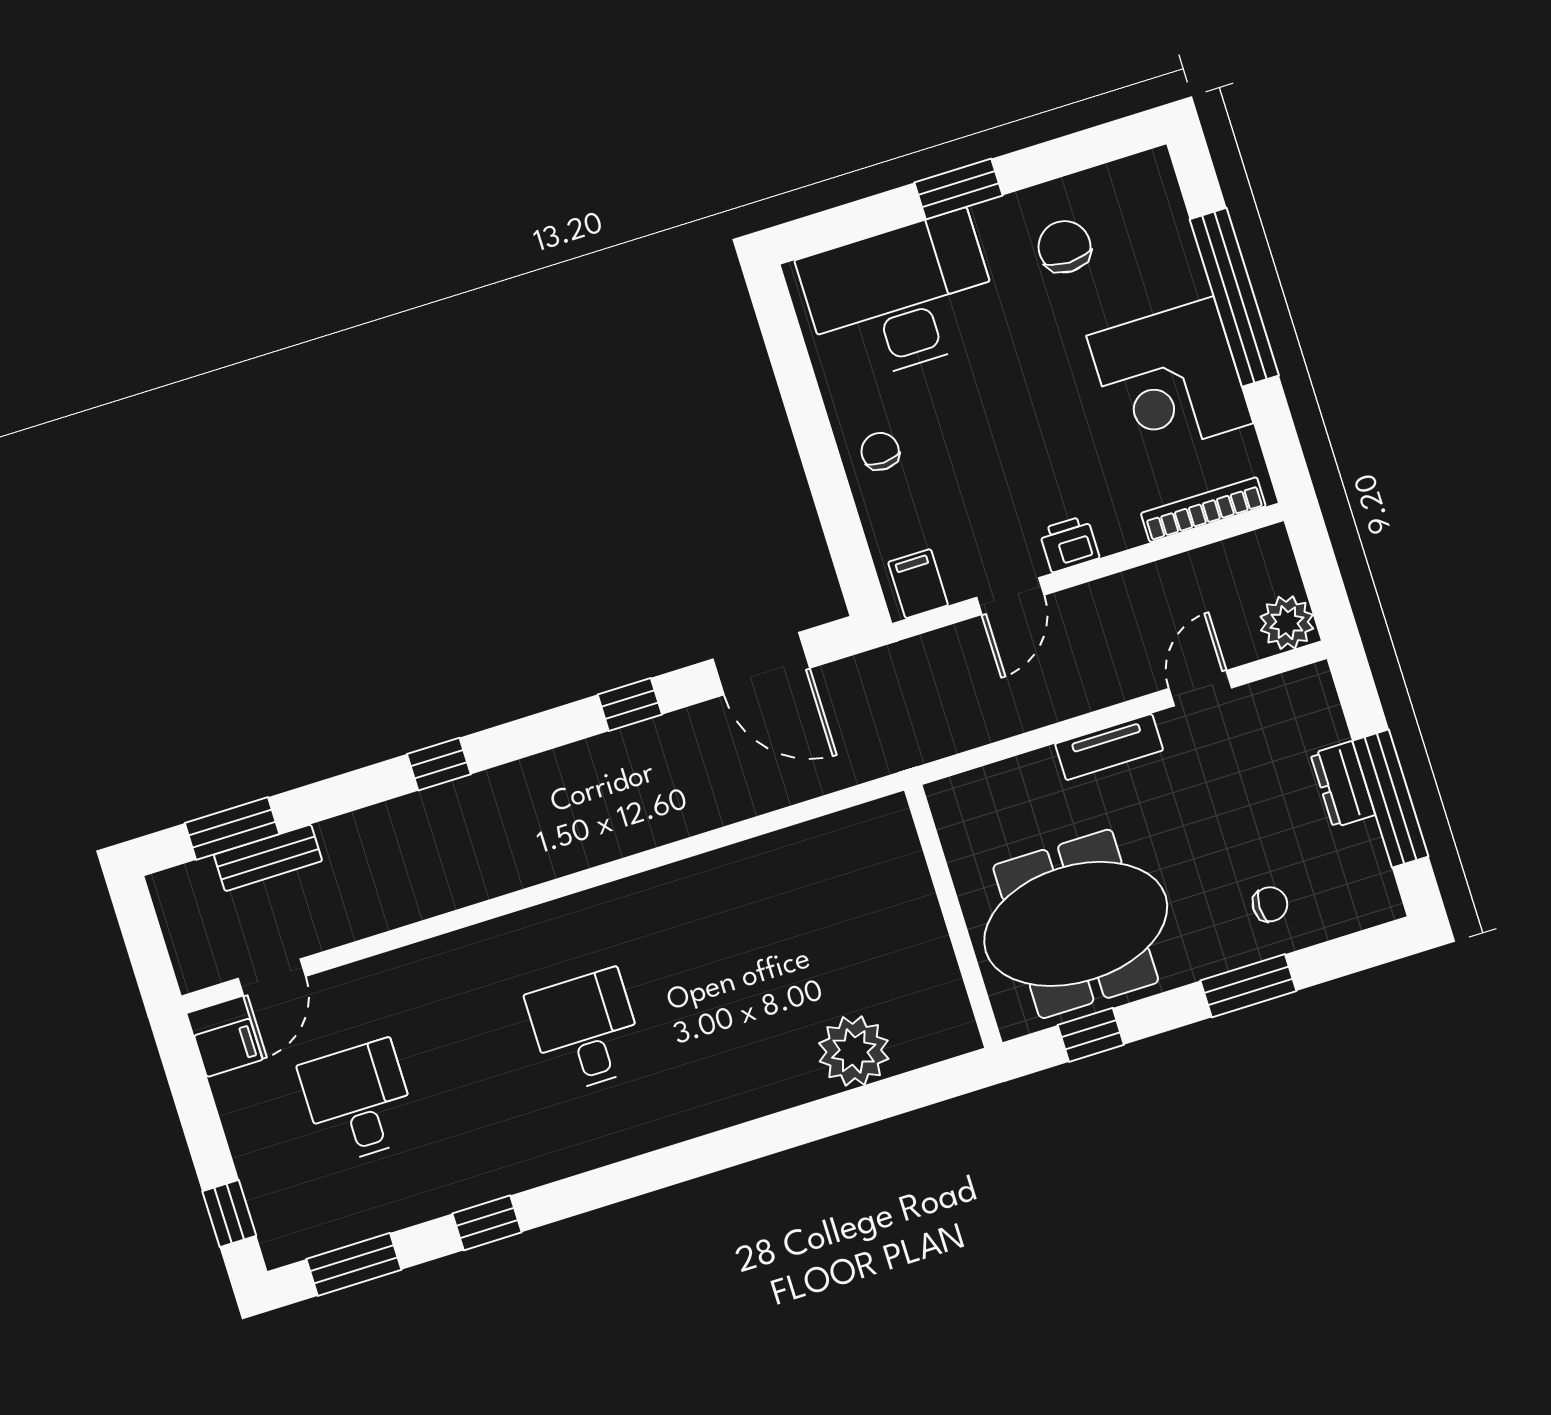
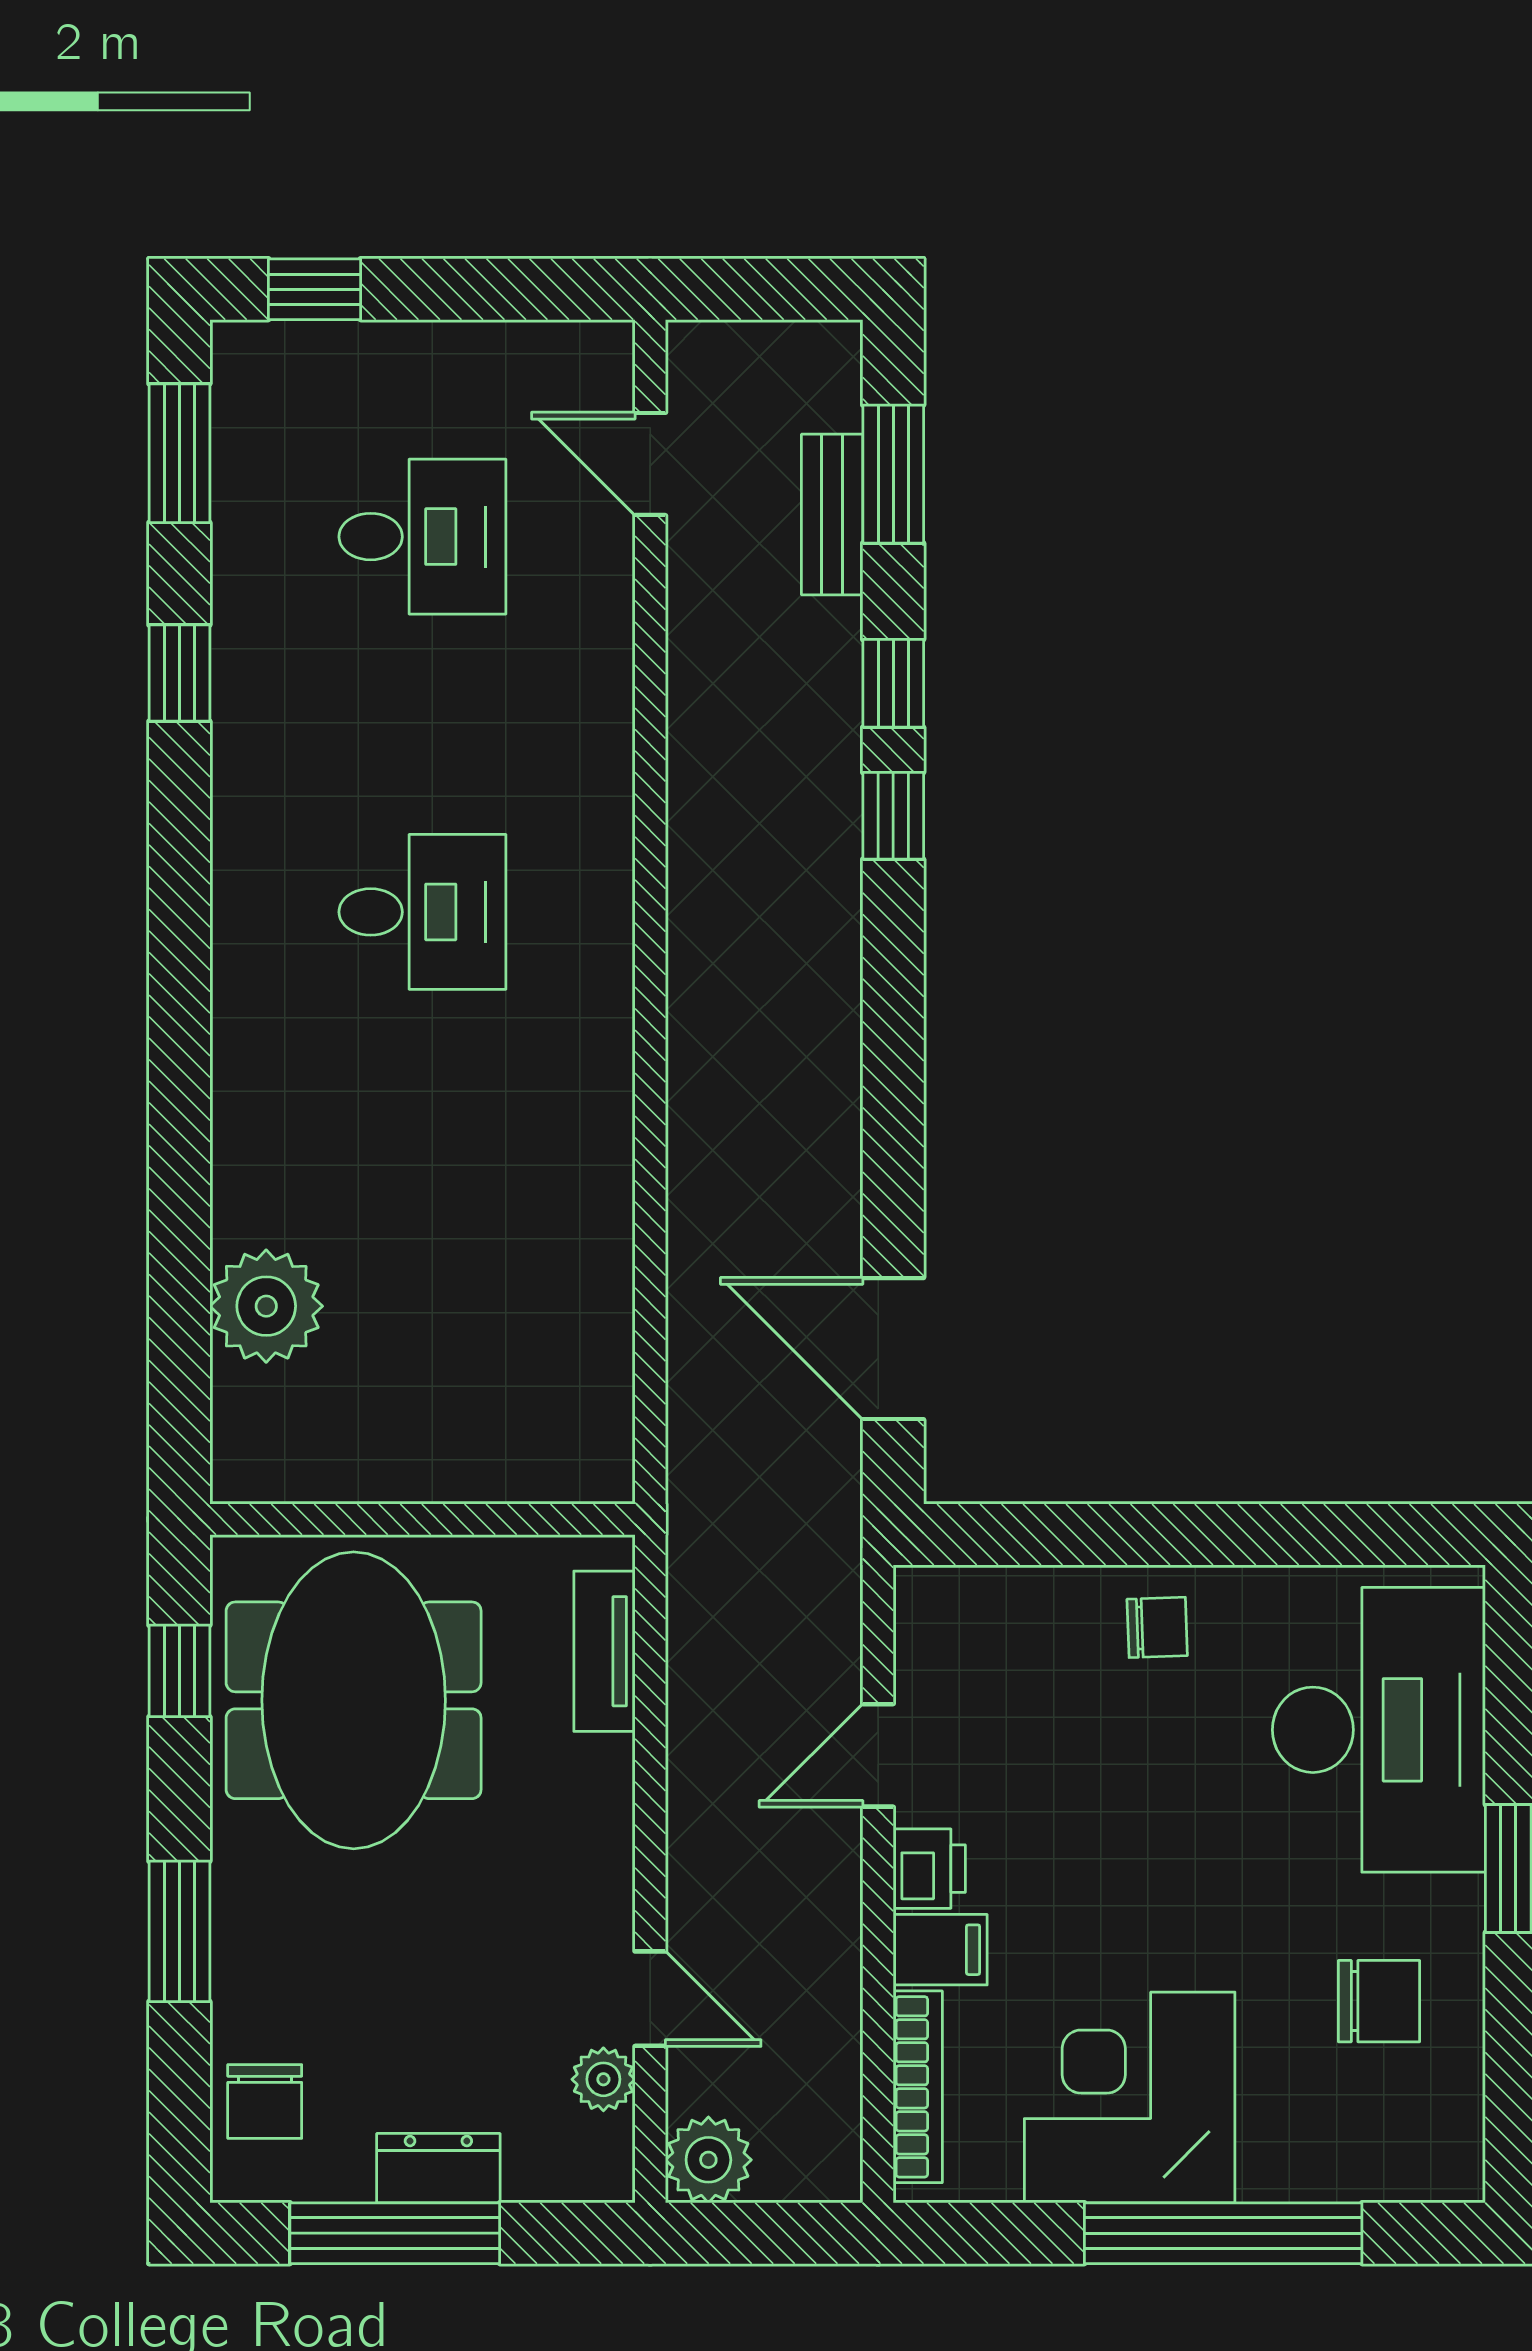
filing cabinet: (918, 584) -> (940, 1950), moved
door: (1010, 596) -> (878, 1755), hinge flipped
door: (761, 664) -> (893, 1349), hinge flipped
plant: (1258, 701) -> (603, 2079), added
window: (630, 705) -> (893, 683), moved
tv unit: (1109, 747) -> (604, 1651), moved
chair: (1270, 904) -> (265, 2101), moved, width x1.37, depth x1.37
filing cabinet: (228, 1048) -> (565, 366), removed

